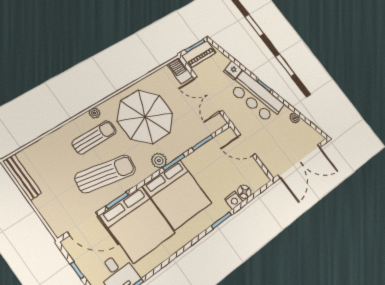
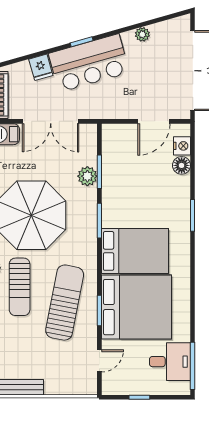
sun lounger: (94, 137) -> (20, 287), turned 180
door: (246, 145) -> (154, 121), moved
plant: (159, 161) -> (87, 176), moved
bed: (177, 194) -> (135, 251), width x0.73
nightstand: (234, 200) -> (182, 146), moved
door: (83, 224) -> (99, 361), width x0.53

